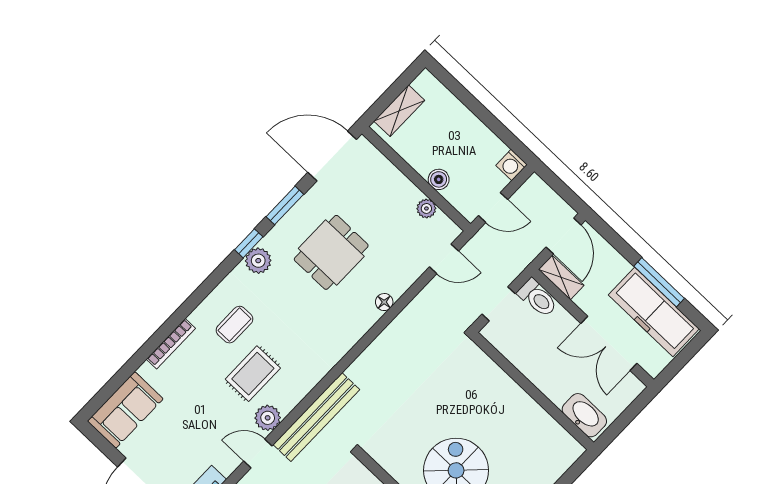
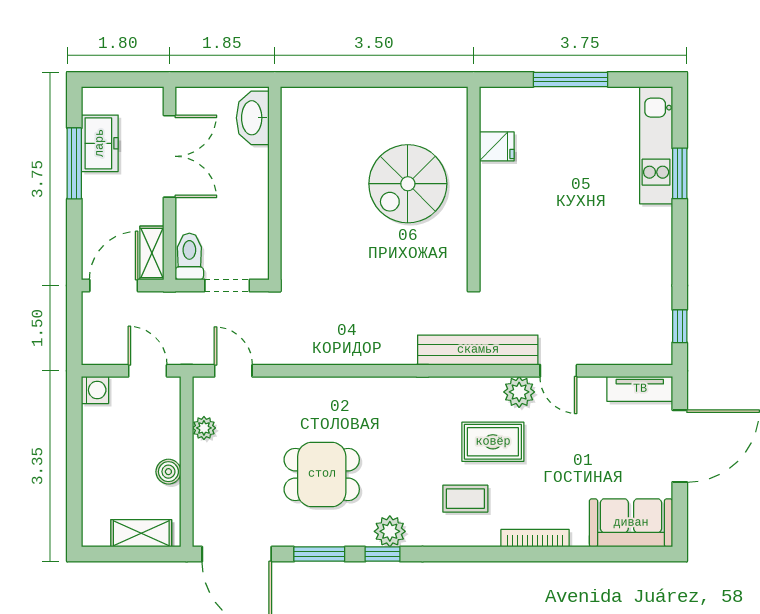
boiler: (439, 179) -> (168, 472), moved
floor lamp: (384, 302) -> (321, 387), removed
freezer: (654, 312) -> (100, 143), width x0.52, depth x0.79

